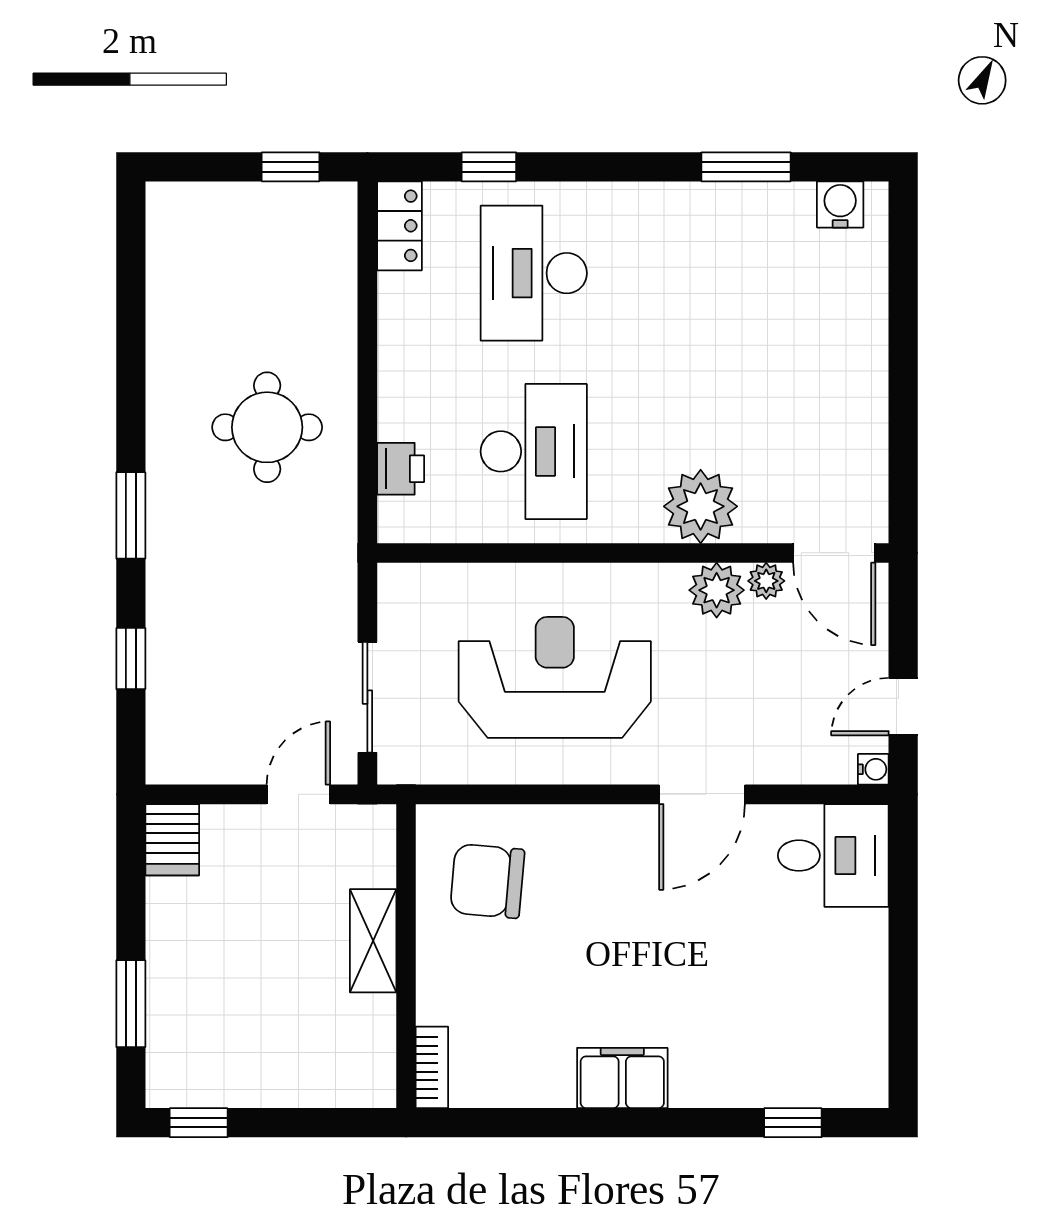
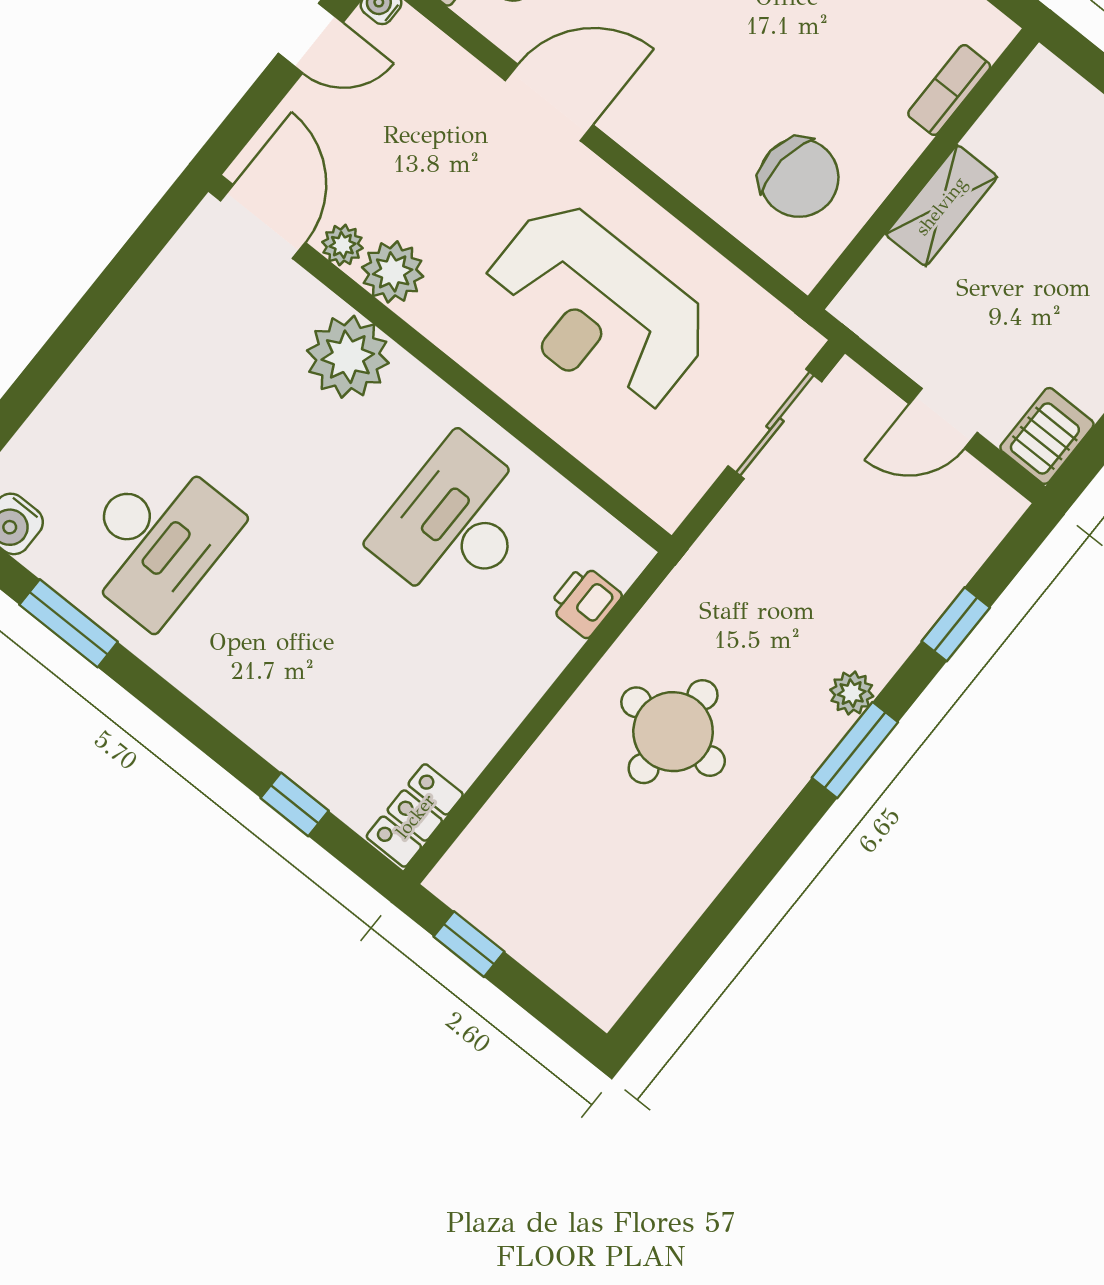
desk: (534, 273) -> (156, 540), moved
plant: (165, 553) -> (852, 693), added
door: (298, 794) -> (943, 418), moved
bookcase: (432, 1067) -> (949, 90), moved

